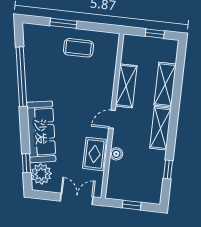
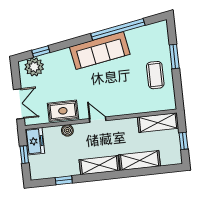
shelving: (126, 86) -> (158, 123), moved
sofa: (41, 132) -> (100, 51), moved
freezer: (120, 191) -> (35, 141), added

